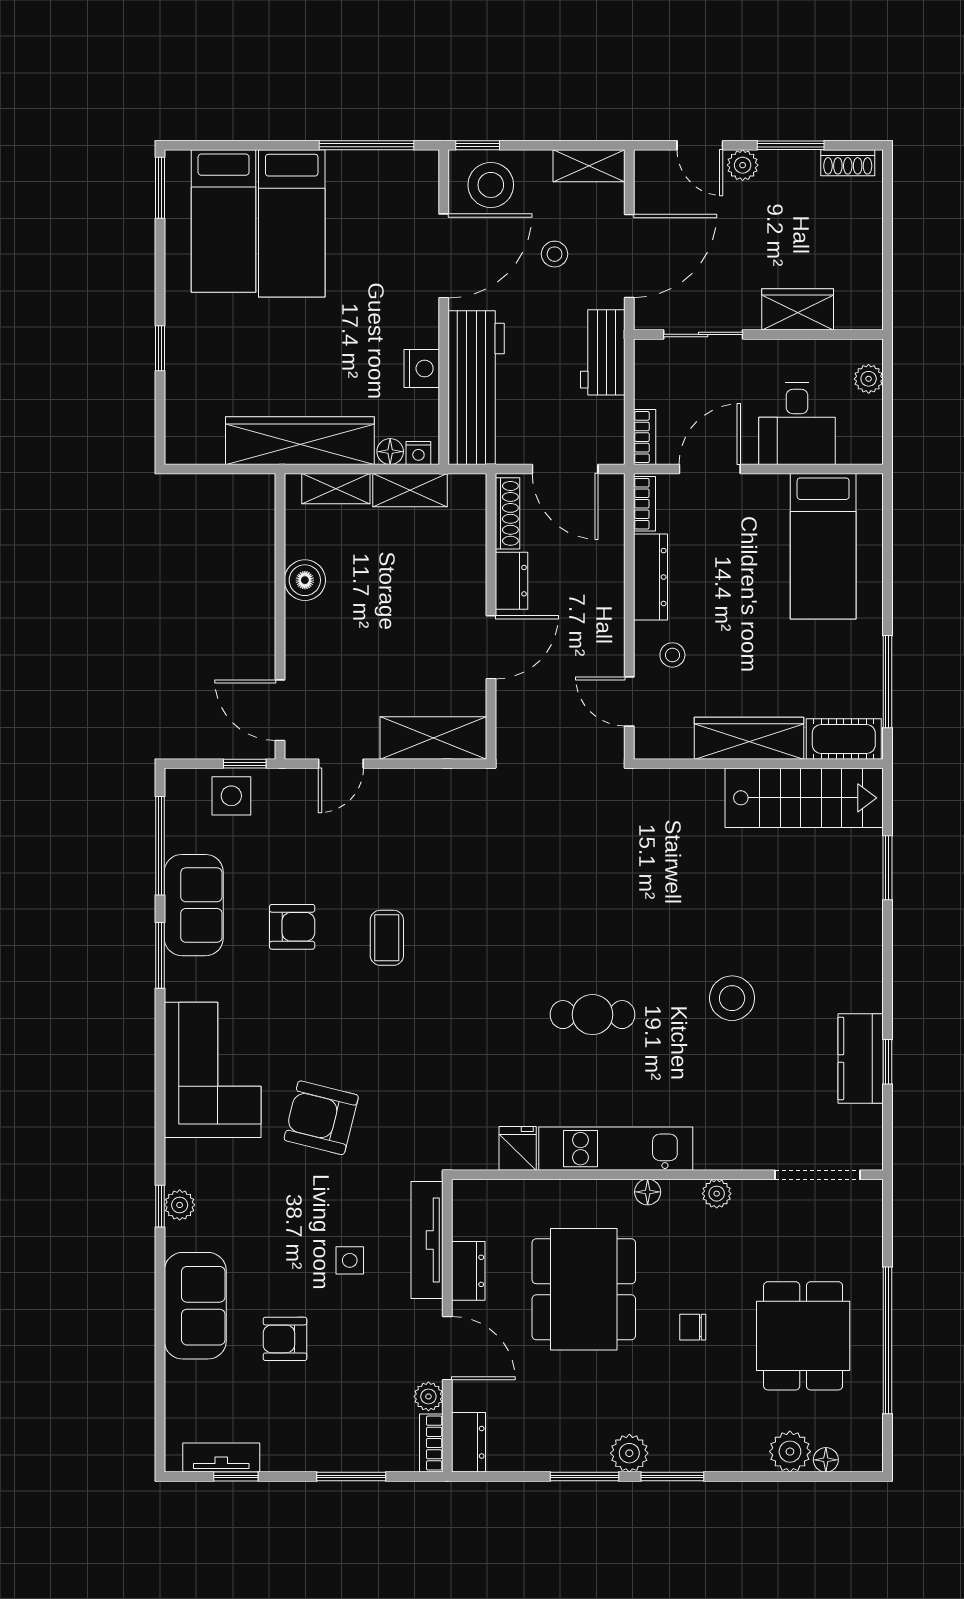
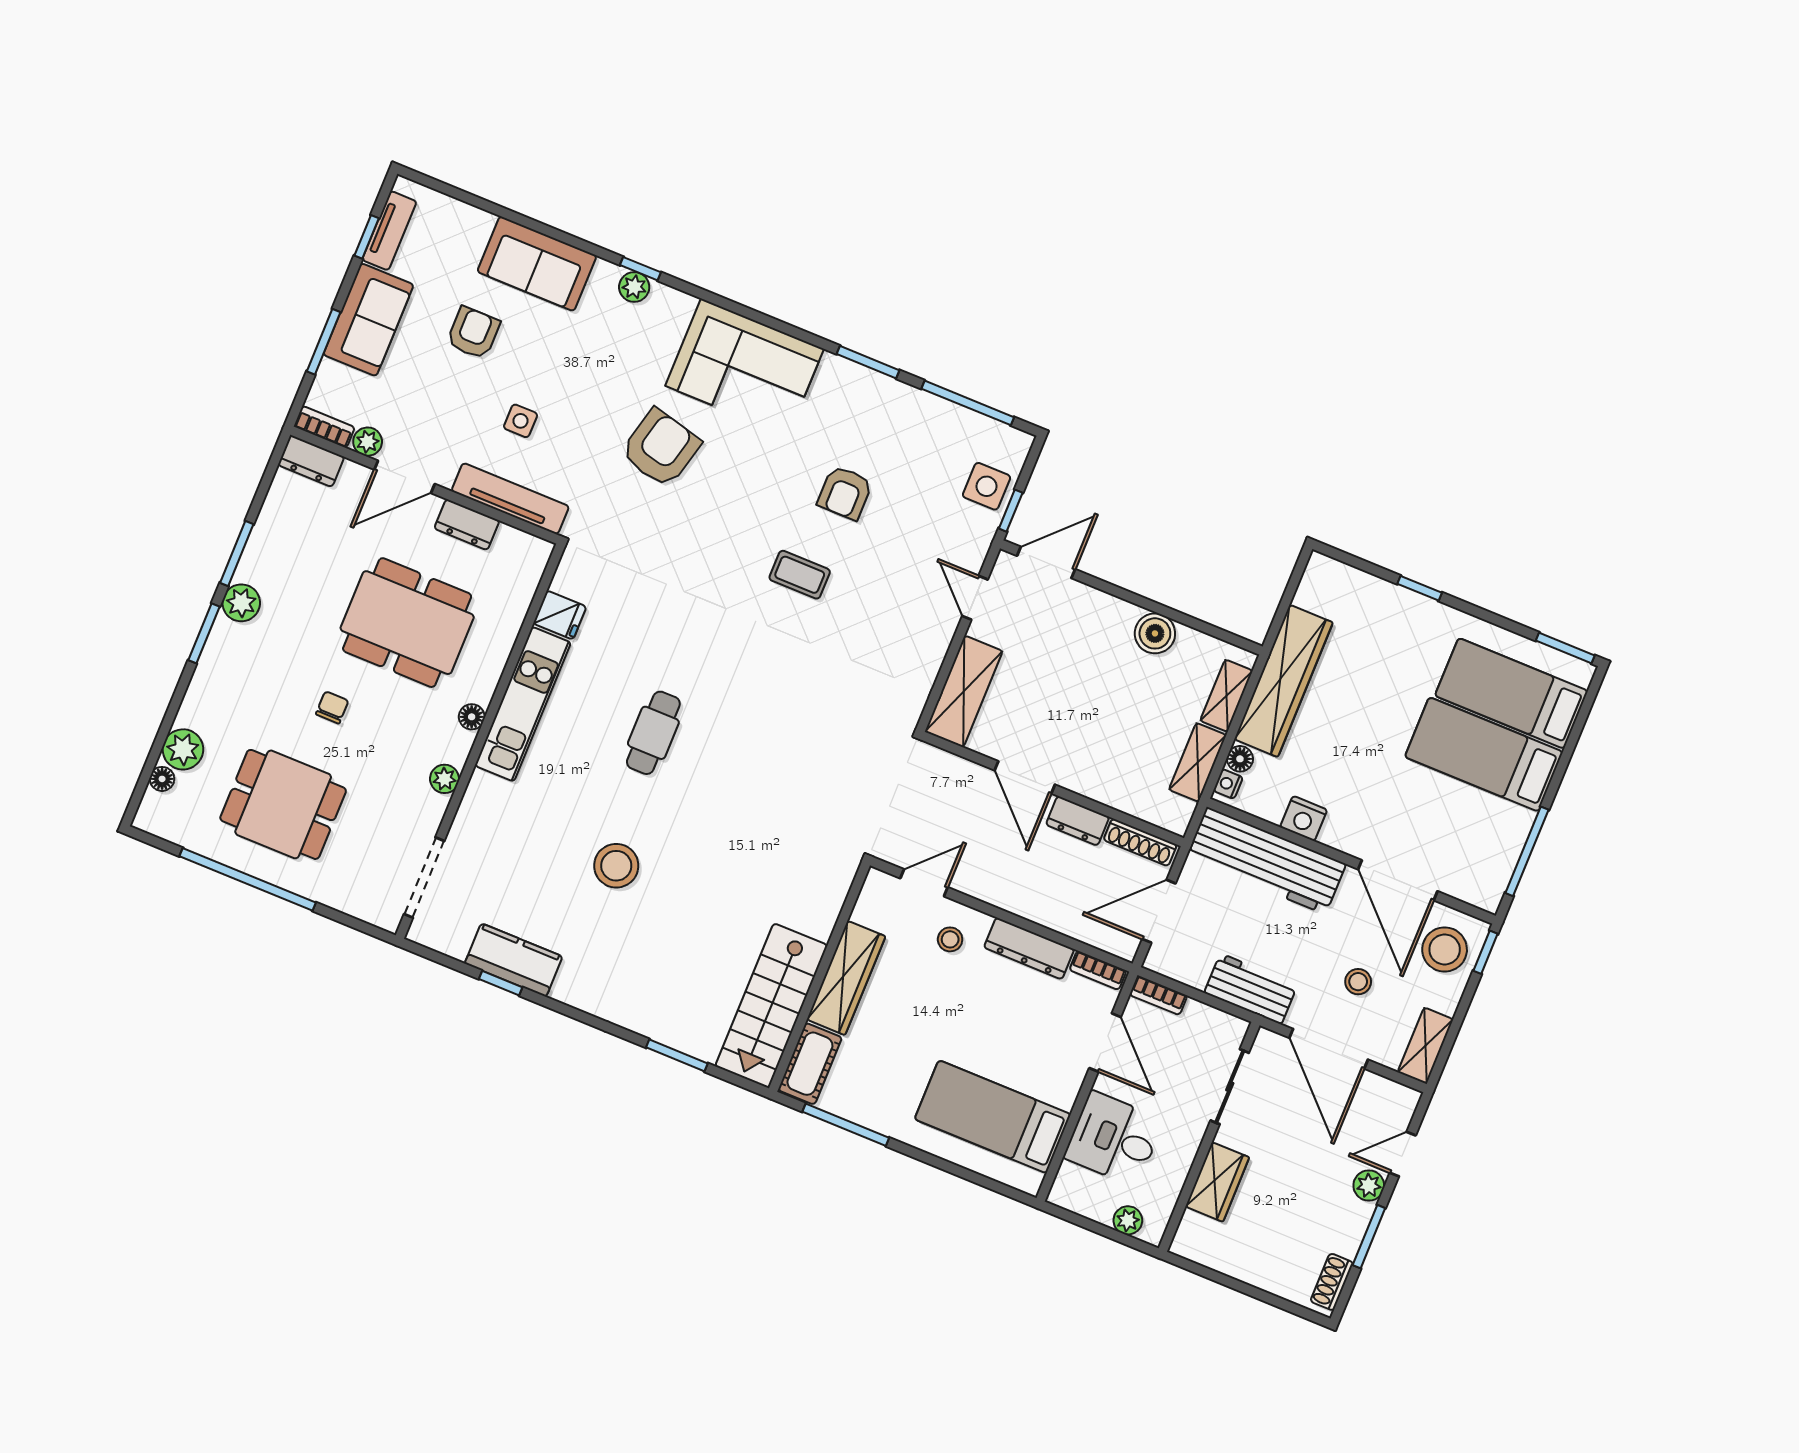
sofa: (194, 905) -> (368, 320), moved, turned -90

